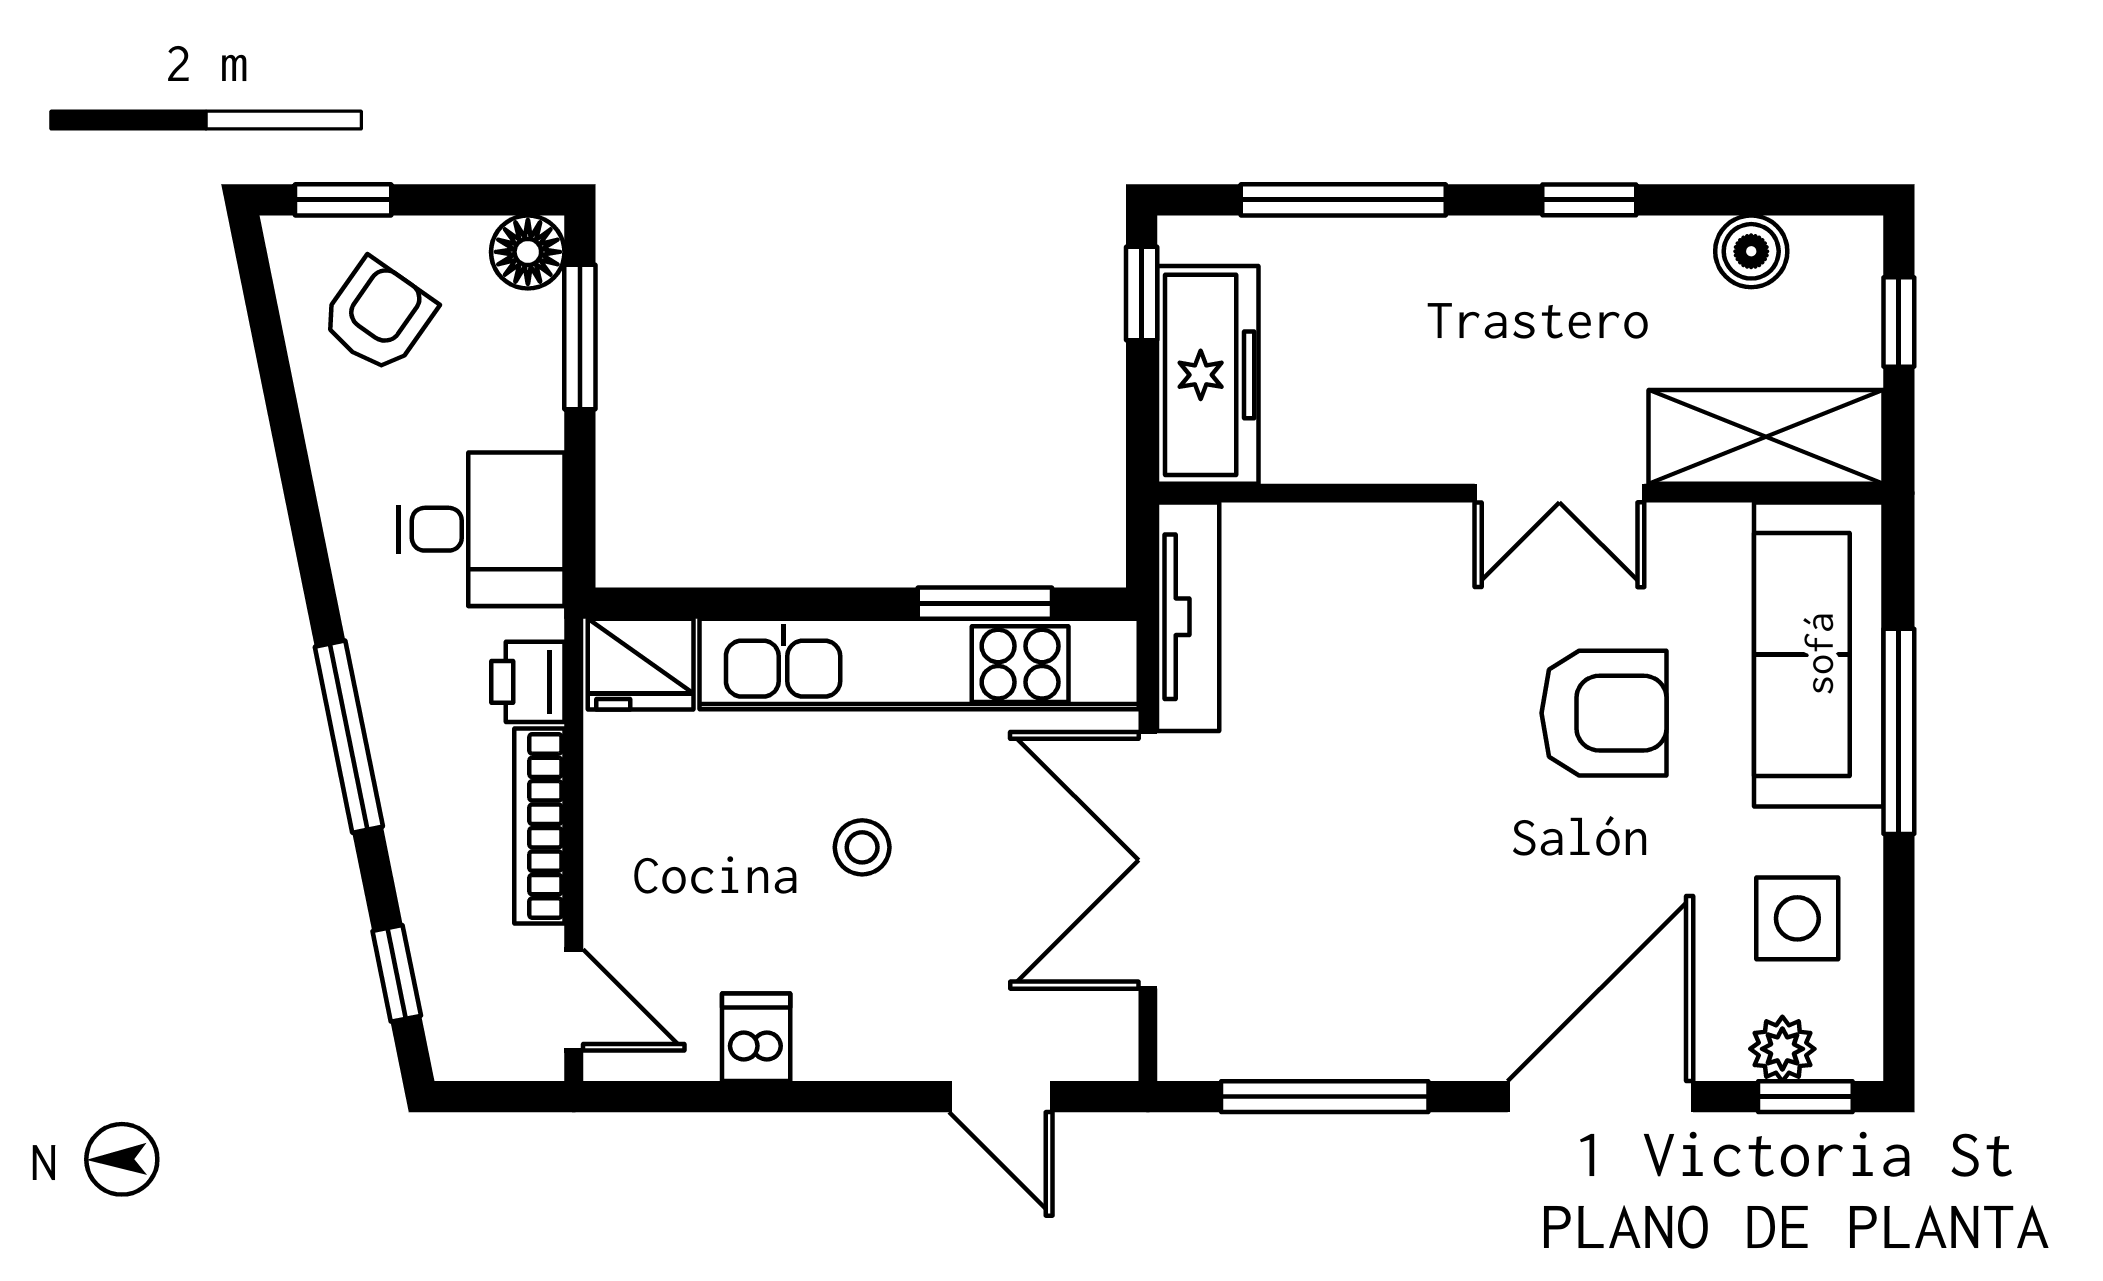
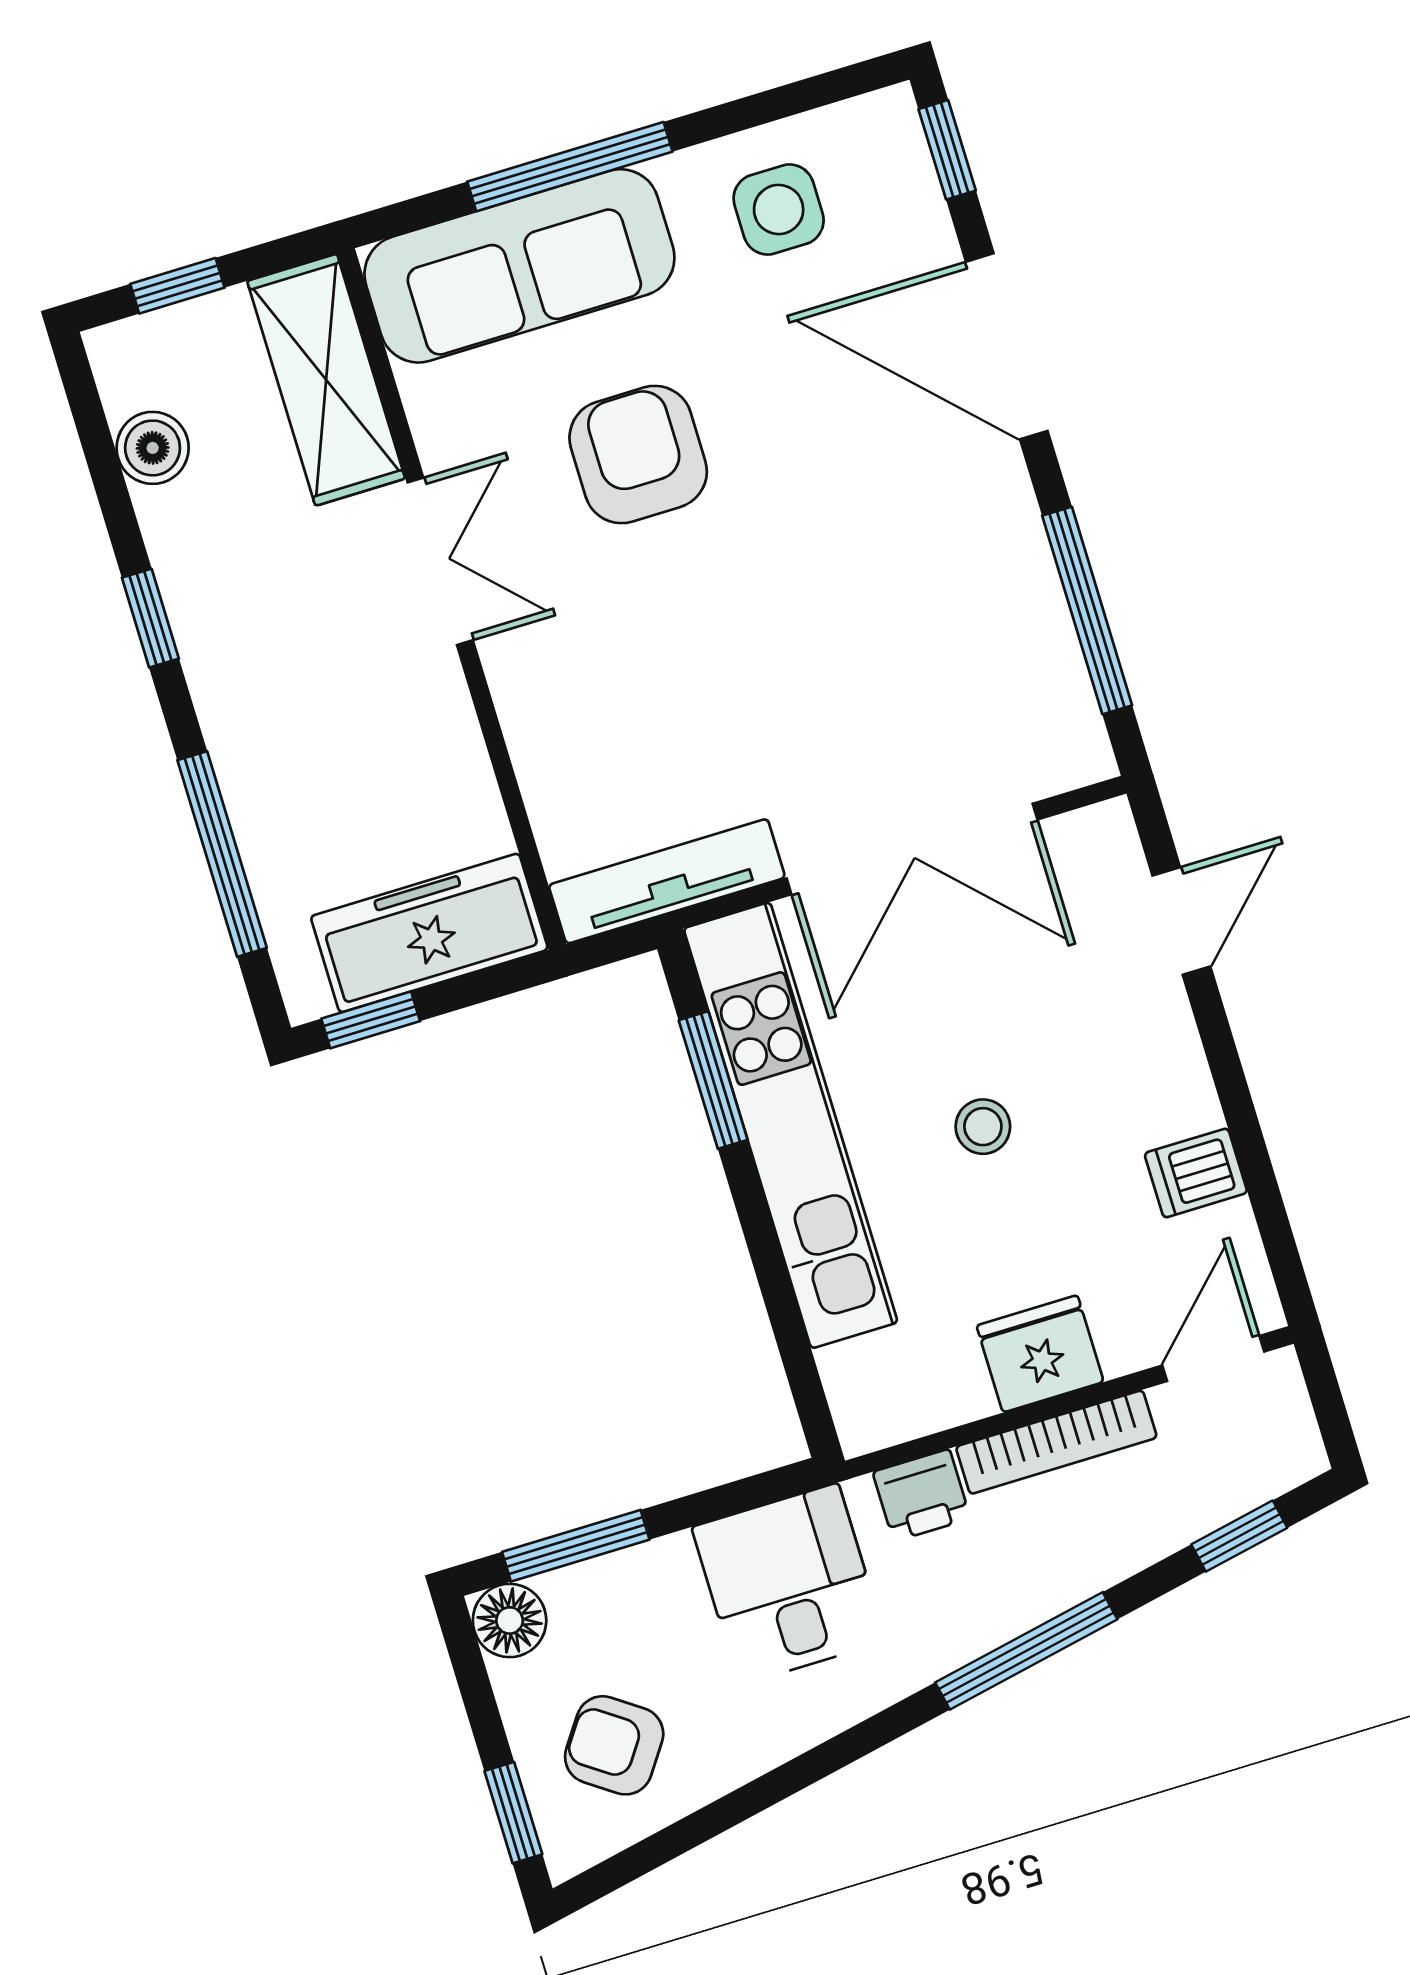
fridge: (641, 664) -> (1040, 1354), moved, turned -90
plant: (1782, 1049) -> (908, 186), removed

